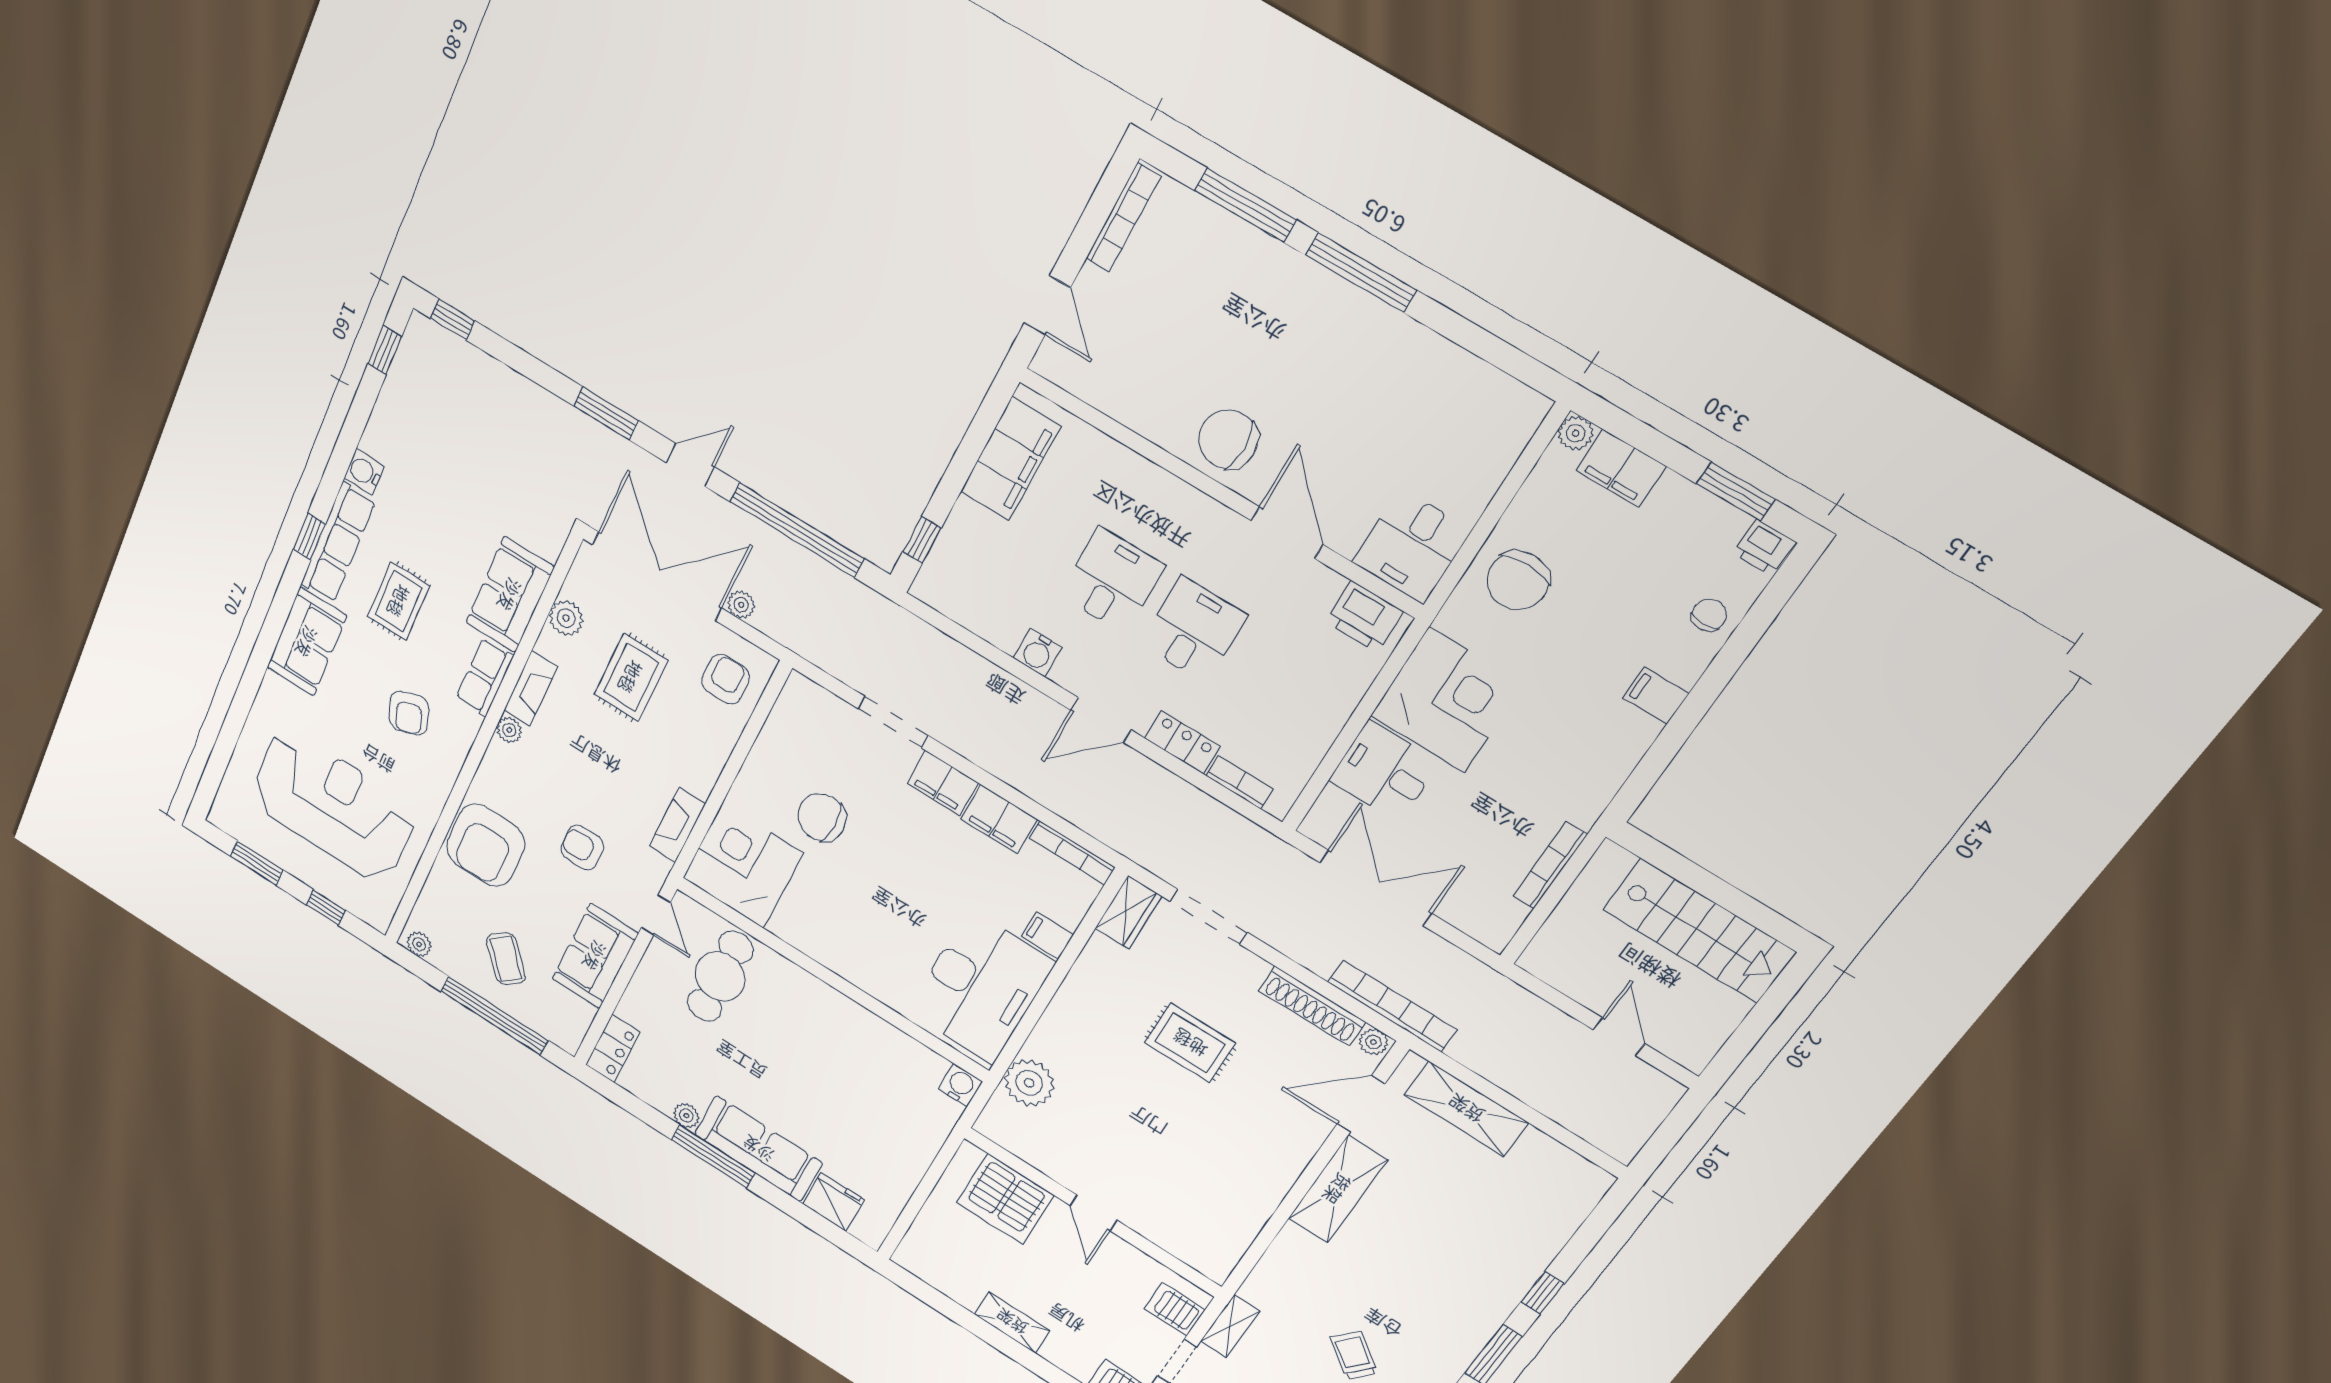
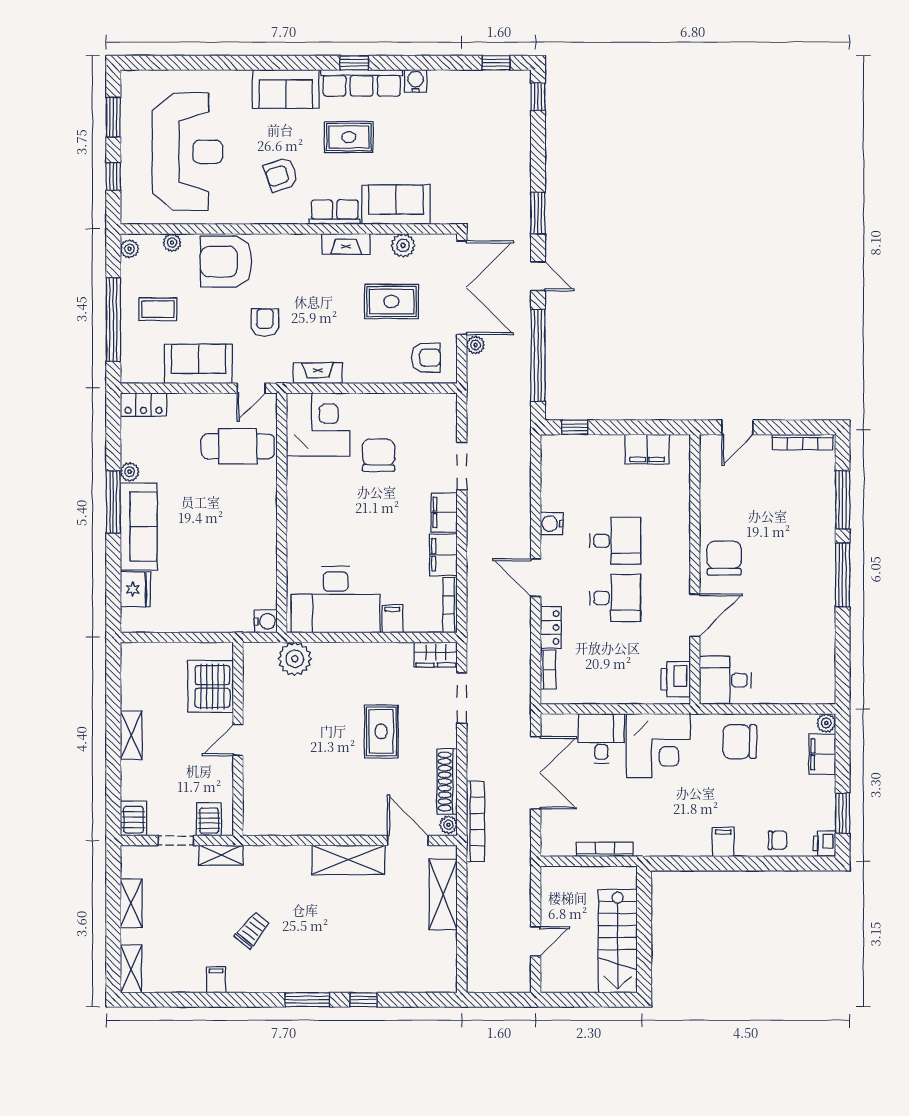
filing cabinet: (1010, 459) -> (647, 449), width x0.67, depth x0.86
plant: (509, 730) -> (172, 243), moved
coffee table: (506, 959) -> (158, 309), turned 40

